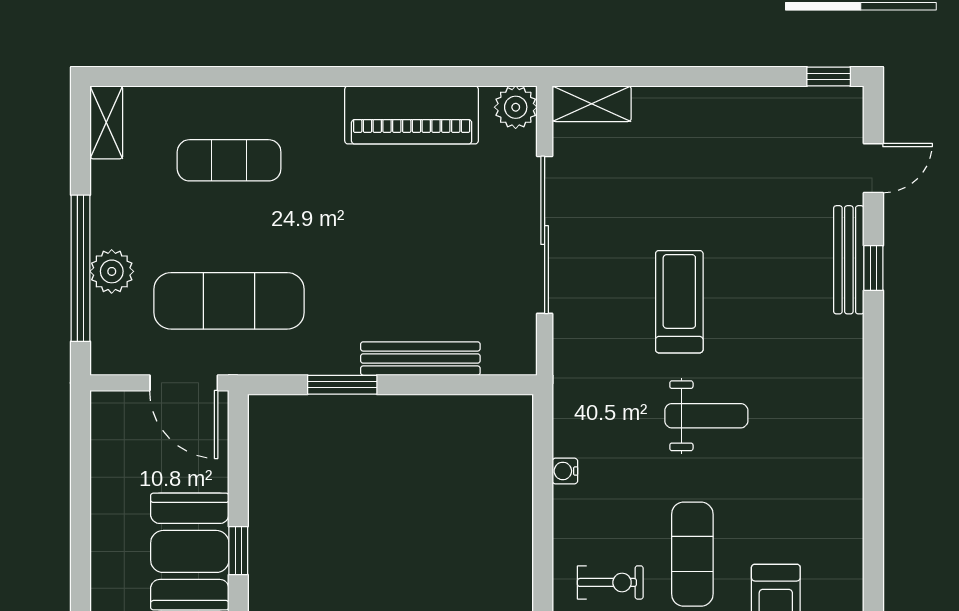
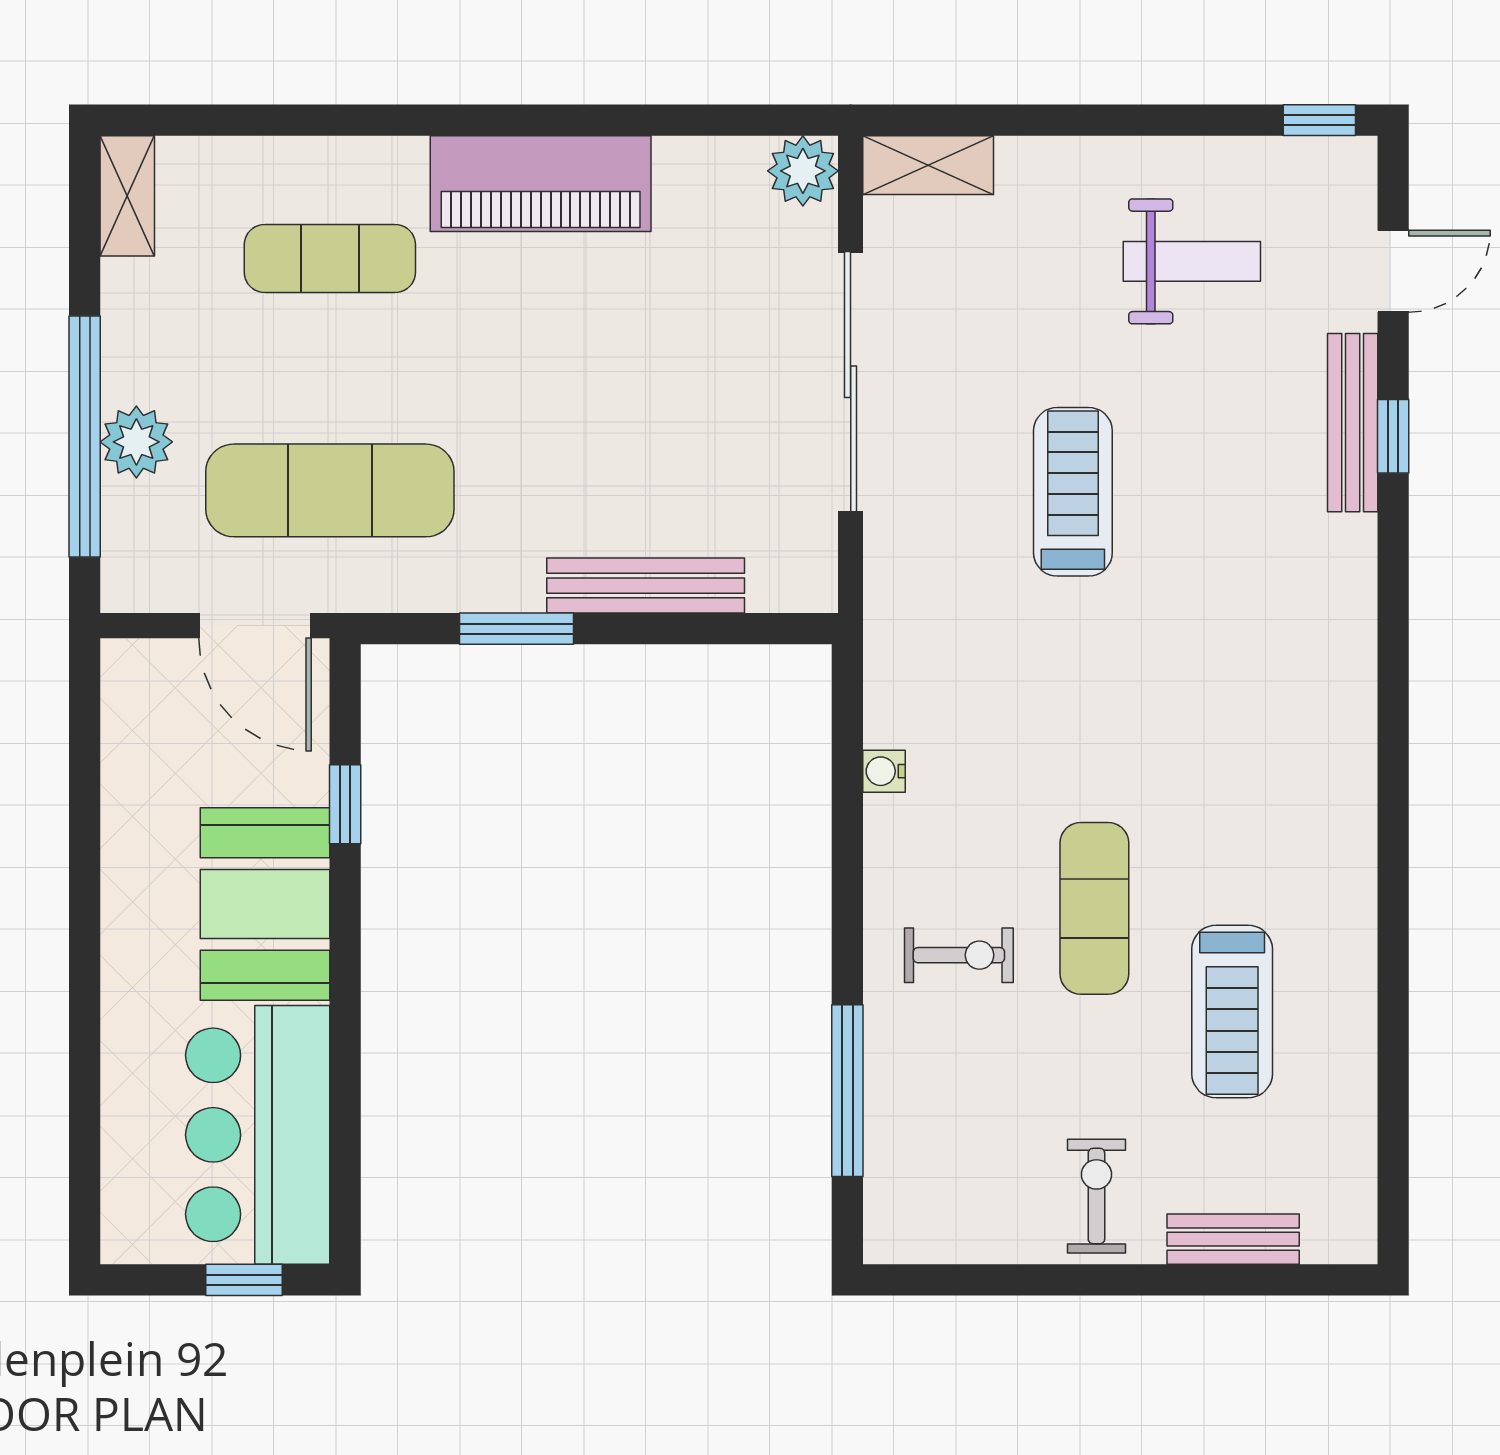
piano: (412, 115) -> (541, 184), moved
weight bench: (706, 416) -> (1192, 261), moved
window: (238, 551) -> (345, 804), moved

